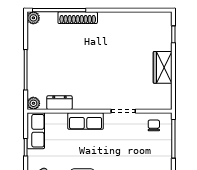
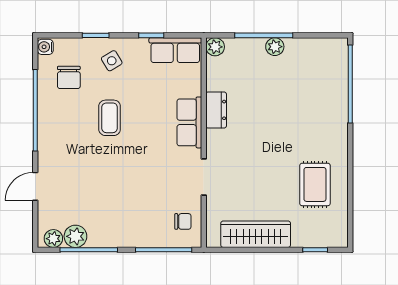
plant: (33, 18) -> (275, 47), moved
shoe rack: (78, 18) -> (339, 111), removed
rug: (128, 34) -> (315, 184), added
wardrobe: (163, 67) -> (256, 234), width x1.50
dresser: (60, 103) -> (216, 110), moved

